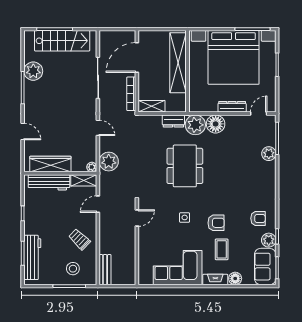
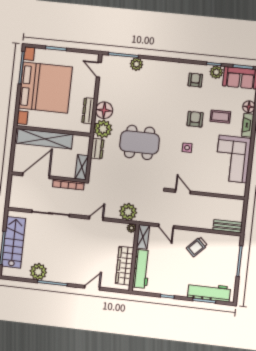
door: (137, 58) -> (36, 176), swing flipped
dresser: (232, 107) -> (88, 111), moved
stool: (73, 269) -> (223, 256), removed

